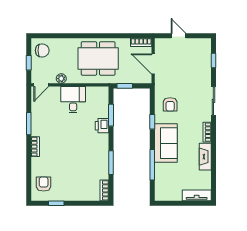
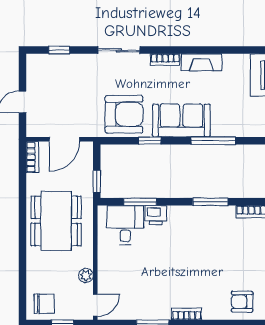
chair: (42, 50) -> (44, 304), turned 90
door: (41, 85) -> (95, 305), hinge flipped
desk: (73, 100) -> (125, 225), moved, turned 90
armchair: (170, 104) -> (124, 114), width x1.88, depth x1.88

